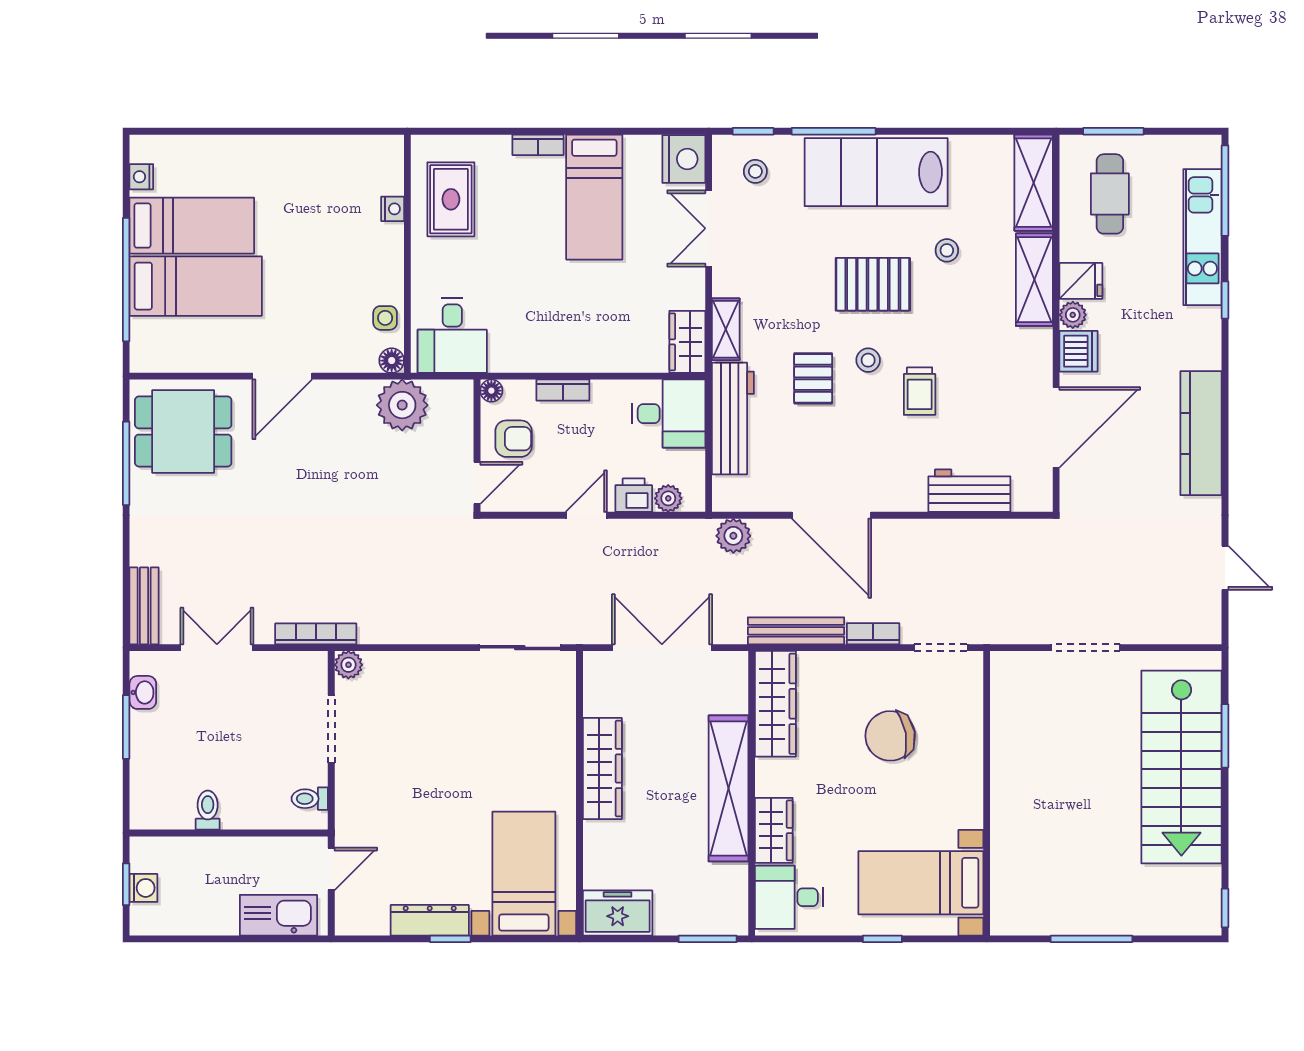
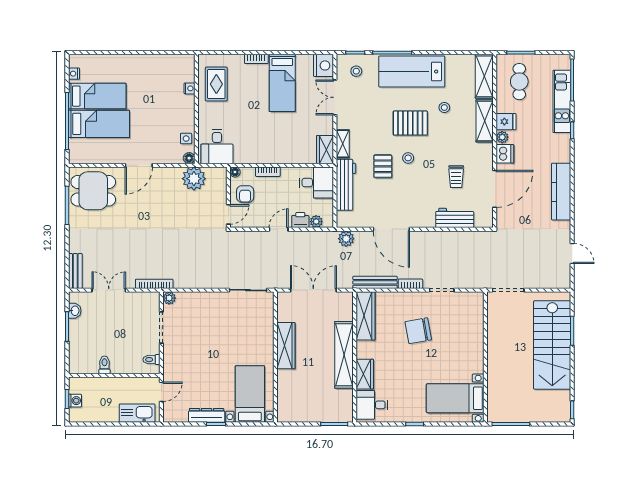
trolley: (920, 391) -> (456, 177), moved
armchair: (514, 439) -> (245, 194), turned 90
wall: (987, 793) -> (485, 357), moved
bed with nightstands: (921, 883) -> (455, 398), moved
freezer: (618, 913) -> (293, 412), removed

